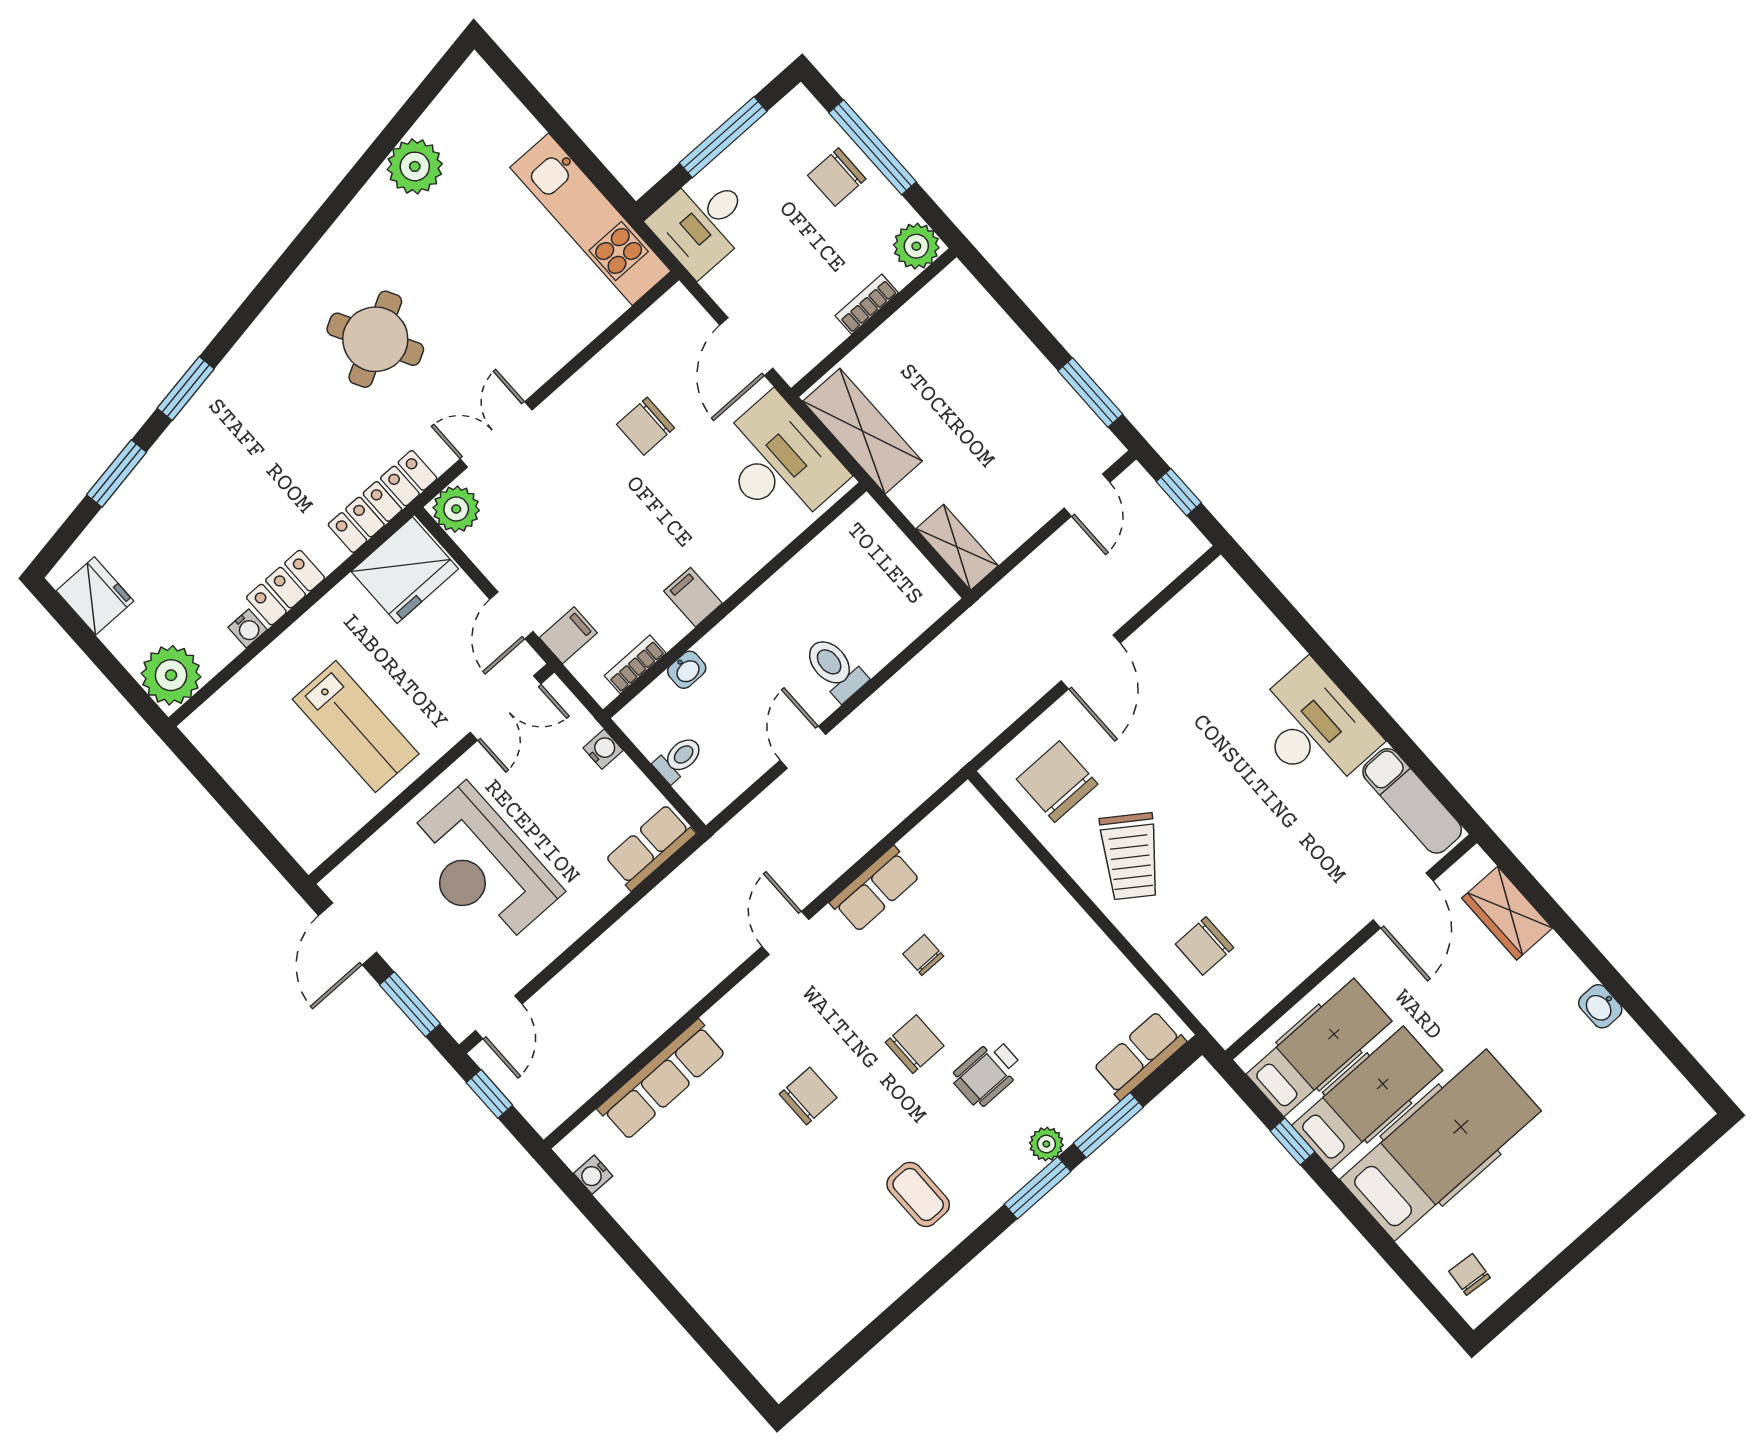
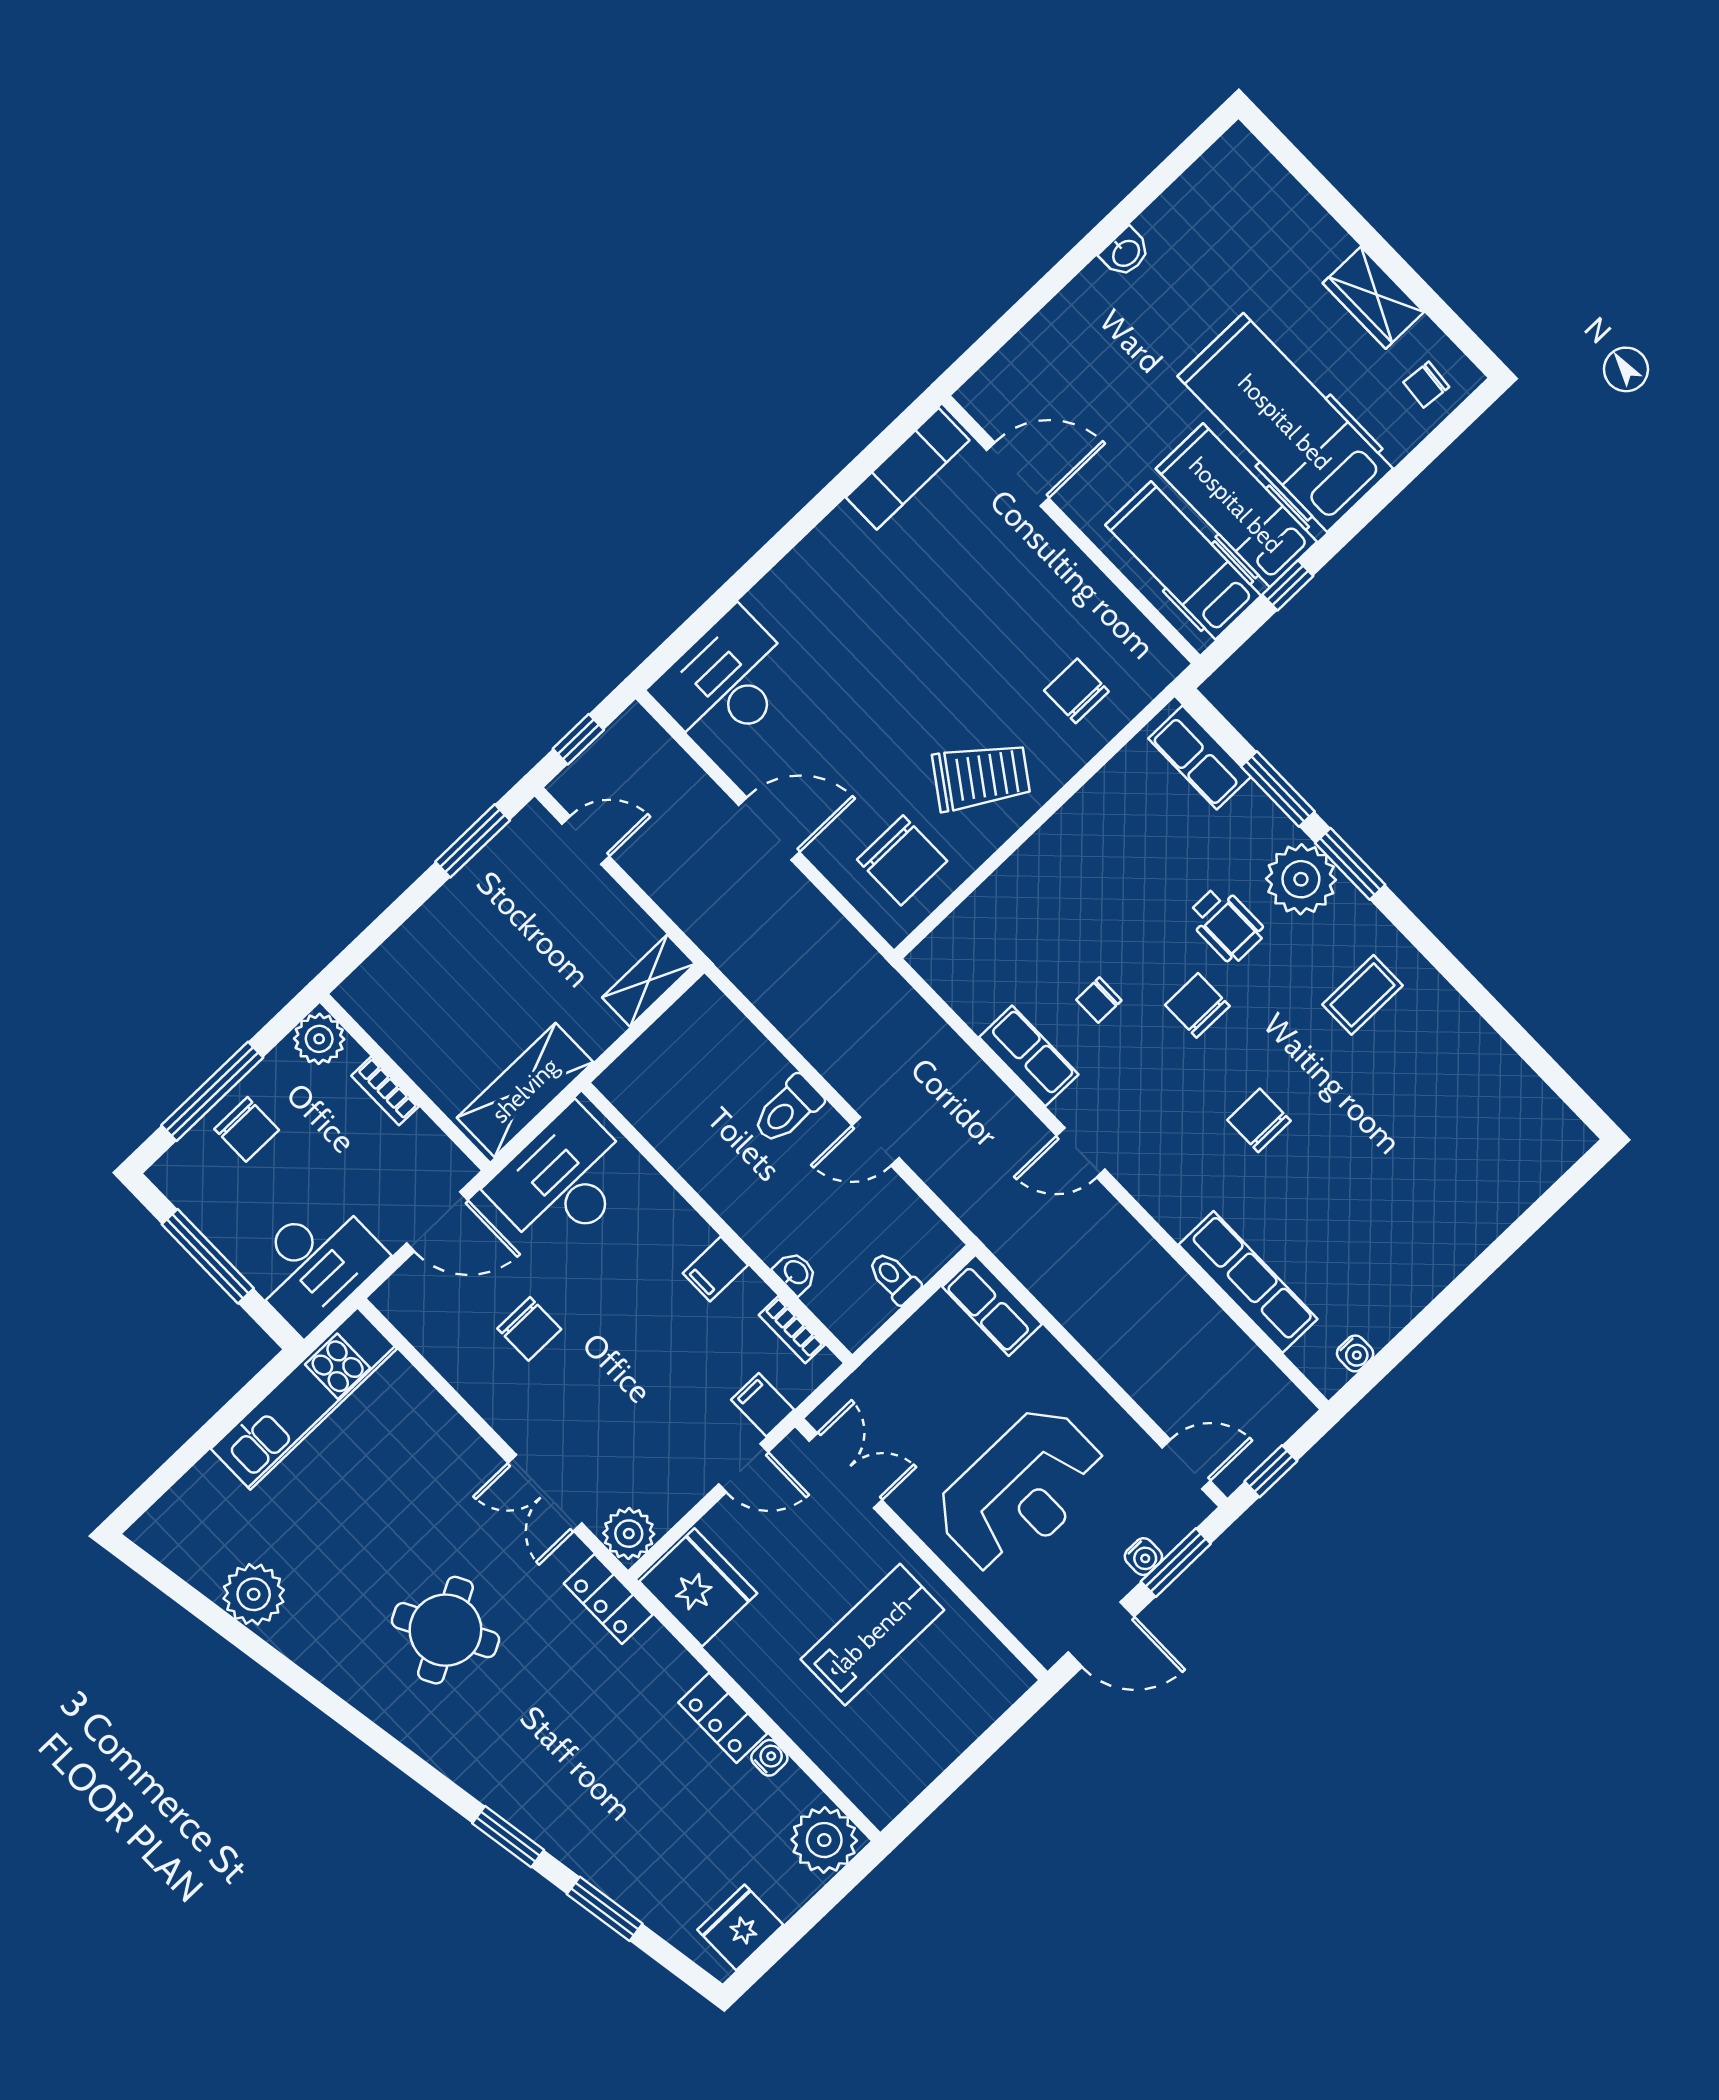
desk: (703, 223) -> (315, 1264), width x1.37
locker: (382, 502) -> (608, 1599), width x0.66
desk: (1314, 728) -> (726, 682), moved
water cooler: (603, 749) -> (1143, 1557), moved, turned 180
chair: (1057, 782) -> (902, 860), turned -90
wardrobe: (1507, 913) -> (1373, 298), moved, turned 90
chair: (1204, 946) -> (1076, 691), turned 180
plant: (1046, 1144) -> (1301, 879), width x1.87, depth x1.87

